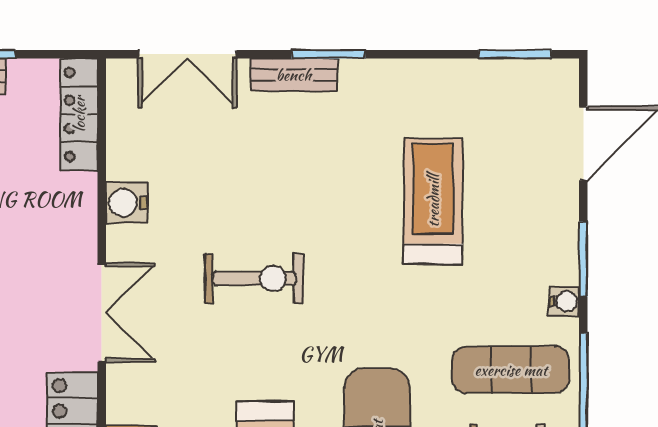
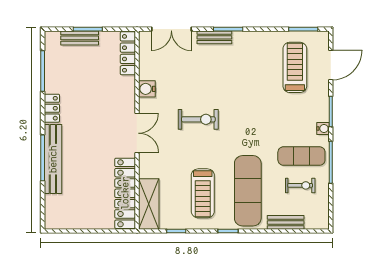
treadmill: (433, 201) -> (295, 67), moved

